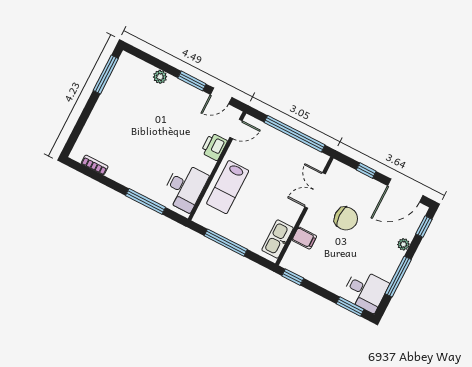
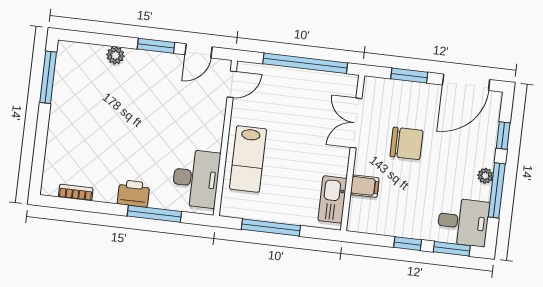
printer: (214, 147) -> (134, 194), moved, turned 90
window: (366, 170) -> (409, 76), width x1.50
window: (424, 227) -> (503, 136), moved
plant: (403, 244) -> (485, 176), moved
window: (293, 277) -> (408, 244), moved

